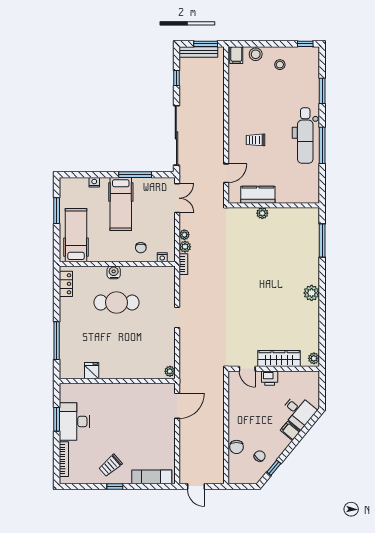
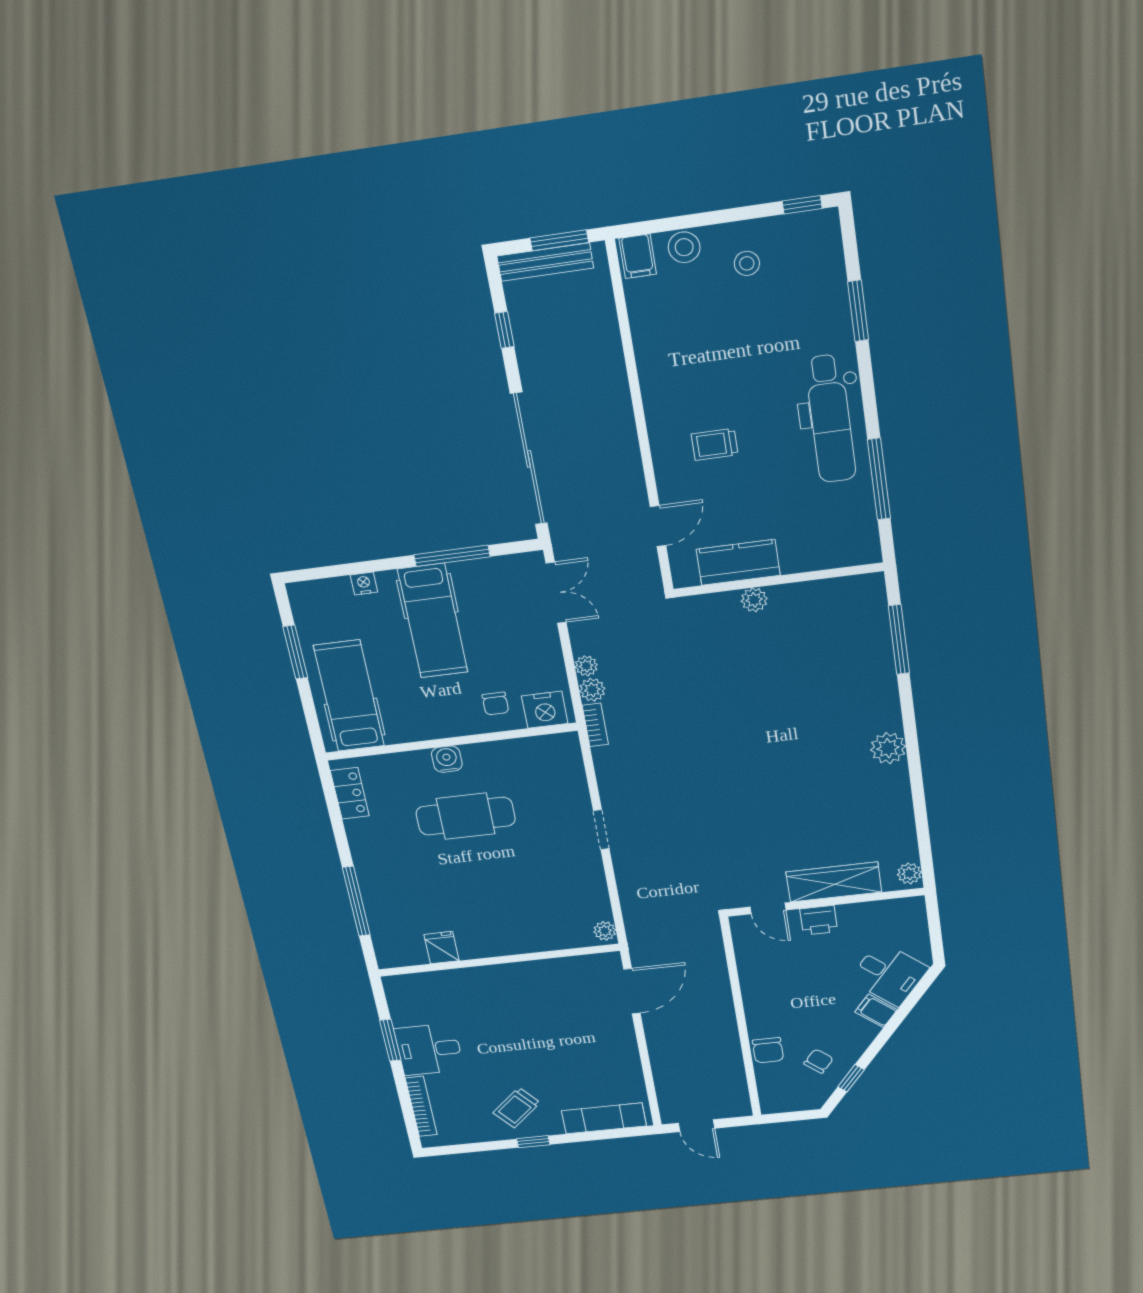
window: (322, 145) -> (879, 479), moved
nightstand: (162, 257) -> (545, 710), width x1.89, depth x1.79
desk: (74, 422) -> (429, 1049), width x0.73

